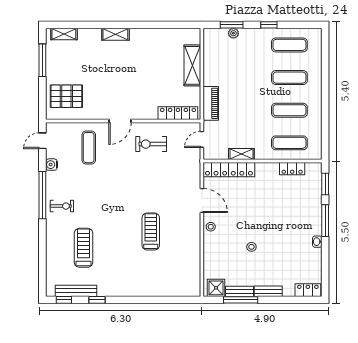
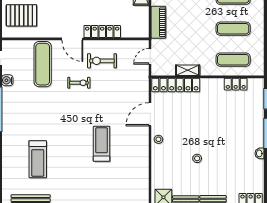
locker: (178, 113) -> (102, 32), moved
door: (120, 121) -> (72, 39), hinge flipped
exercise mat: (89, 148) -> (43, 64), width x1.36, depth x1.45
door: (202, 200) -> (150, 114), swing flipped
exercise bike: (62, 206) -> (79, 83), moved
treadmill: (84, 248) -> (38, 159), turned 180

